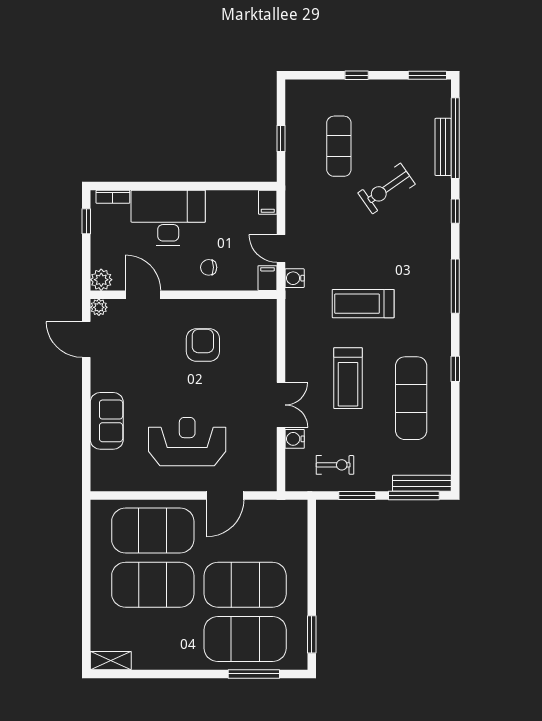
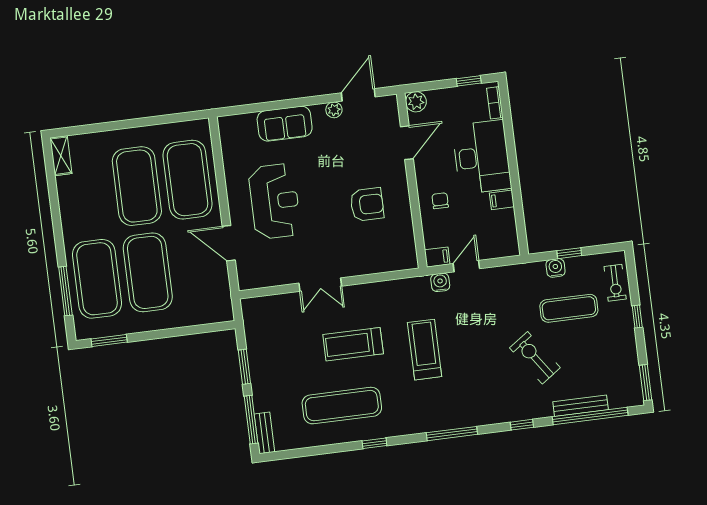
filing cabinet: (268, 202) -> (502, 200), moved
plant: (99, 307) -> (334, 110), moved
water cooler: (295, 439) -> (556, 268), moved
exercise bike: (335, 465) -> (615, 283), moved
bench: (422, 483) -> (264, 433), width x0.73

